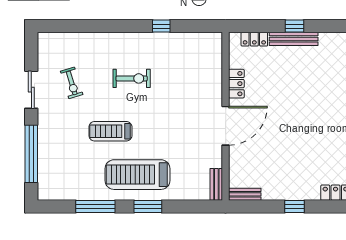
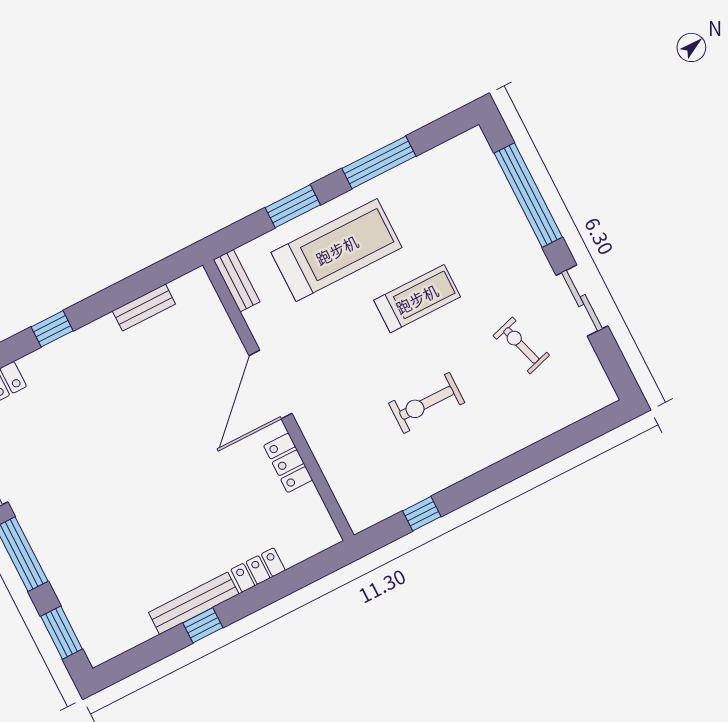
locker: (236, 84) -> (288, 463), moved
wall: (226, 116) -> (278, 400), moved
door: (226, 126) -> (270, 385), moved
bench: (216, 184) -> (237, 281), moved

